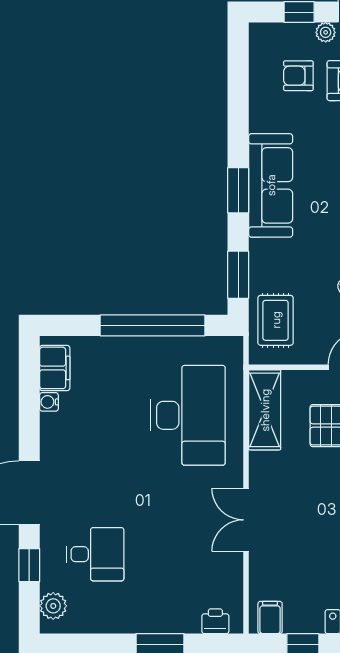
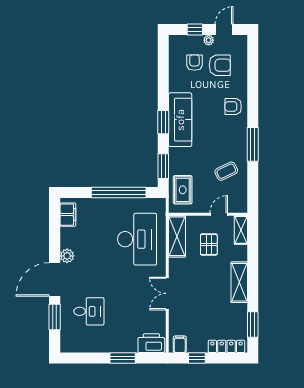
armchair: (298, 76) -> (195, 63), turned 90
water cooler: (49, 402) -> (65, 232), removed
window: (29, 565) -> (55, 317), width x1.50
plant: (53, 606) -> (67, 256), moved
printer: (215, 621) -> (151, 343), width x1.87, depth x1.48

